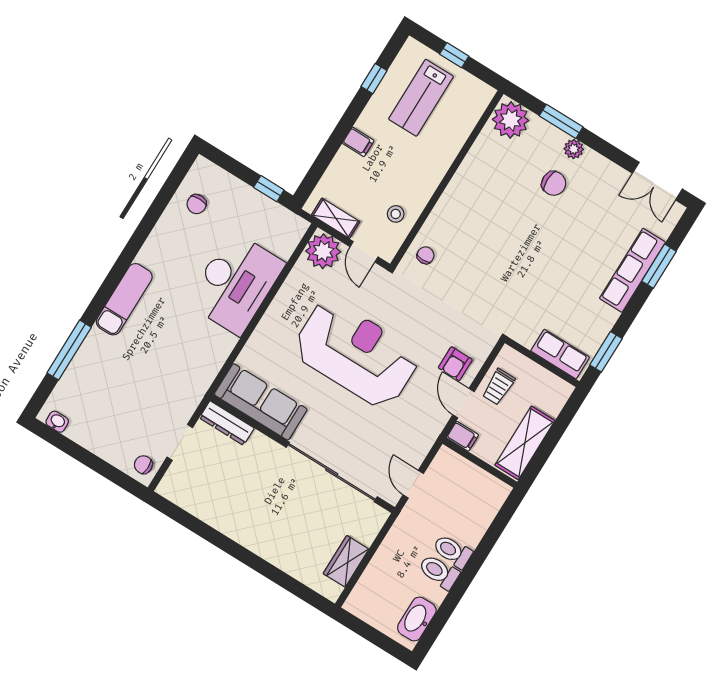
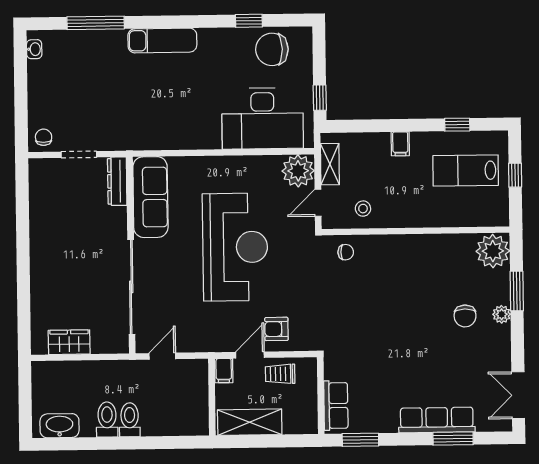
chair: (197, 204) -> (272, 49), width x1.87, depth x1.87
window: (157, 208) -> (249, 21), added
desk: (236, 283) -> (263, 118), moved

